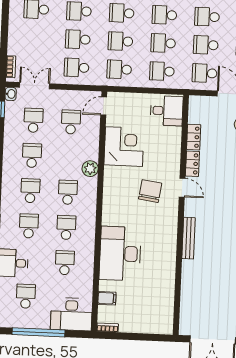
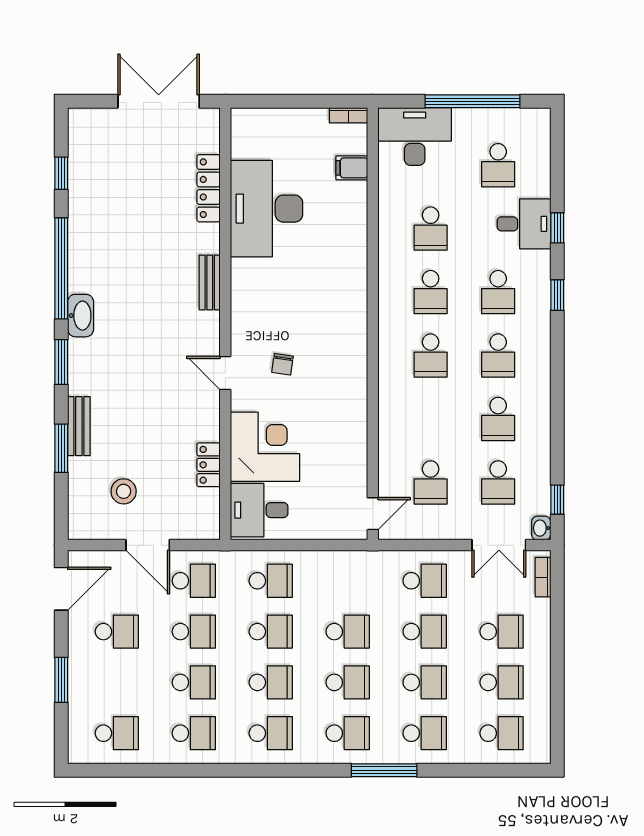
school desk: (119, 69) -> (502, 632), moved
corner desk: (124, 147) -> (265, 447), moved, turned 180
locker: (192, 164) -> (209, 188), moved, width x1.53
plant: (90, 169) -> (392, 400), removed
chair: (150, 191) -> (283, 364), width x0.54, depth x0.54
bench: (189, 238) -> (210, 282), width x0.73
desk: (120, 254) -> (267, 209), moved, turned 180

